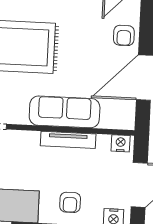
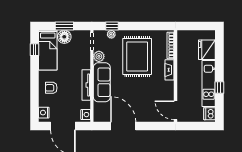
armchair: (124, 35) -> (146, 113), removed
plant: (18, 115) -> (99, 56), added

